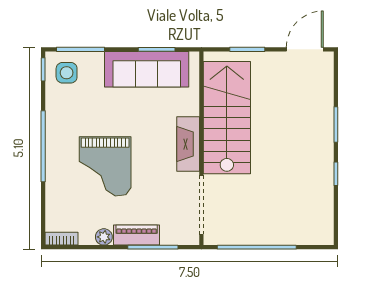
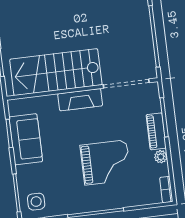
sofa: (147, 69) -> (26, 139), width x0.73

